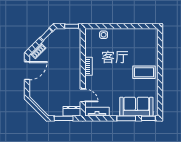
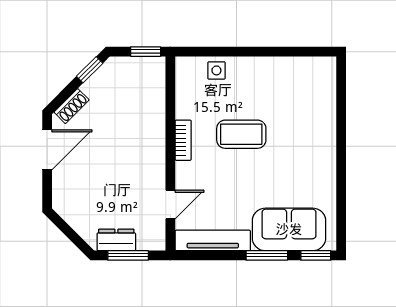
coffee table: (144, 72) -> (241, 134), moved
door: (83, 95) -> (170, 205), hinge flipped
dresser: (72, 111) -> (116, 240), moved
tv unit: (97, 112) -> (213, 240), width x1.41

